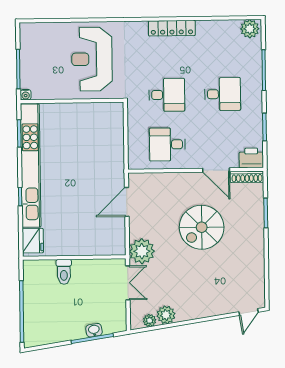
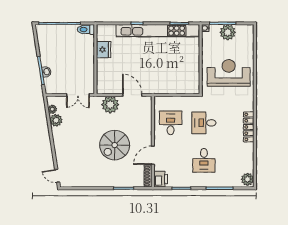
plant: (31, 61) -> (228, 32), added
desk: (167, 95) -> (204, 123), turned 90
spiral stairs: (202, 227) -> (115, 145), turned -90
fridge: (33, 241) -> (104, 50), moved, turned -90
plant: (142, 251) -> (110, 105), moved
toilet: (64, 272) -> (86, 30), moved

